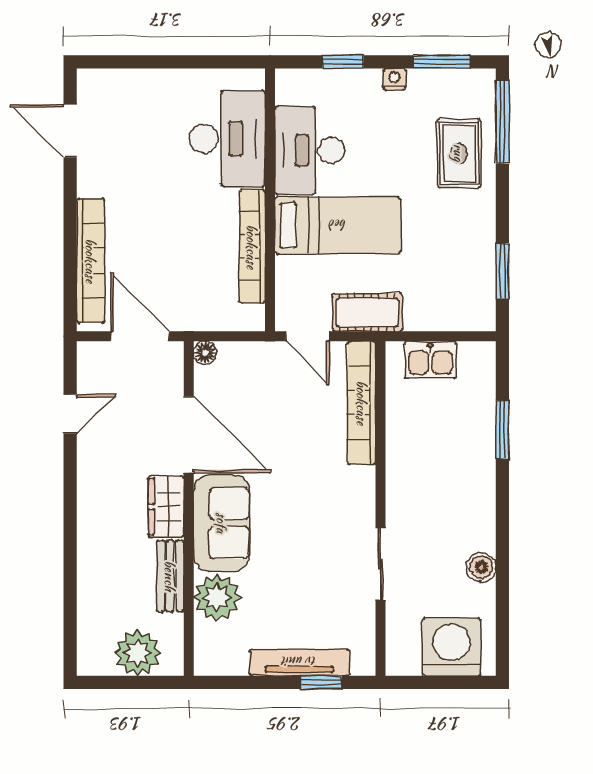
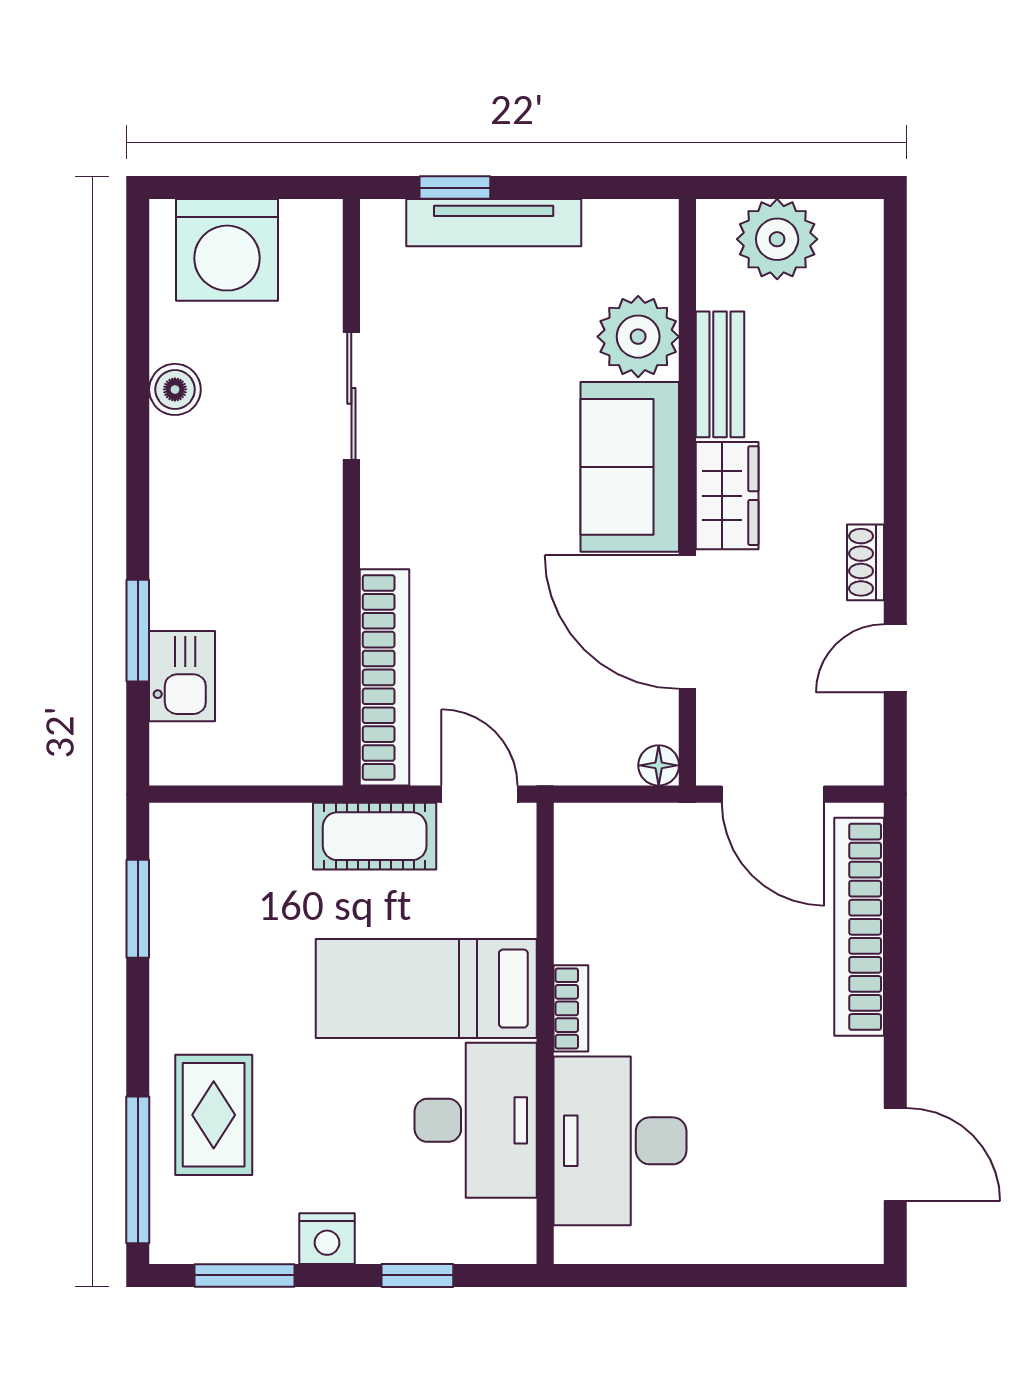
nightstand: (394, 79) -> (327, 1239), width x1.39, depth x1.35
bookcase: (252, 247) -> (571, 1008), width x0.43, depth x0.76
kitchen sink: (431, 360) -> (182, 676), moved, turned 90
shoe rack: (87, 469) -> (865, 562), added

